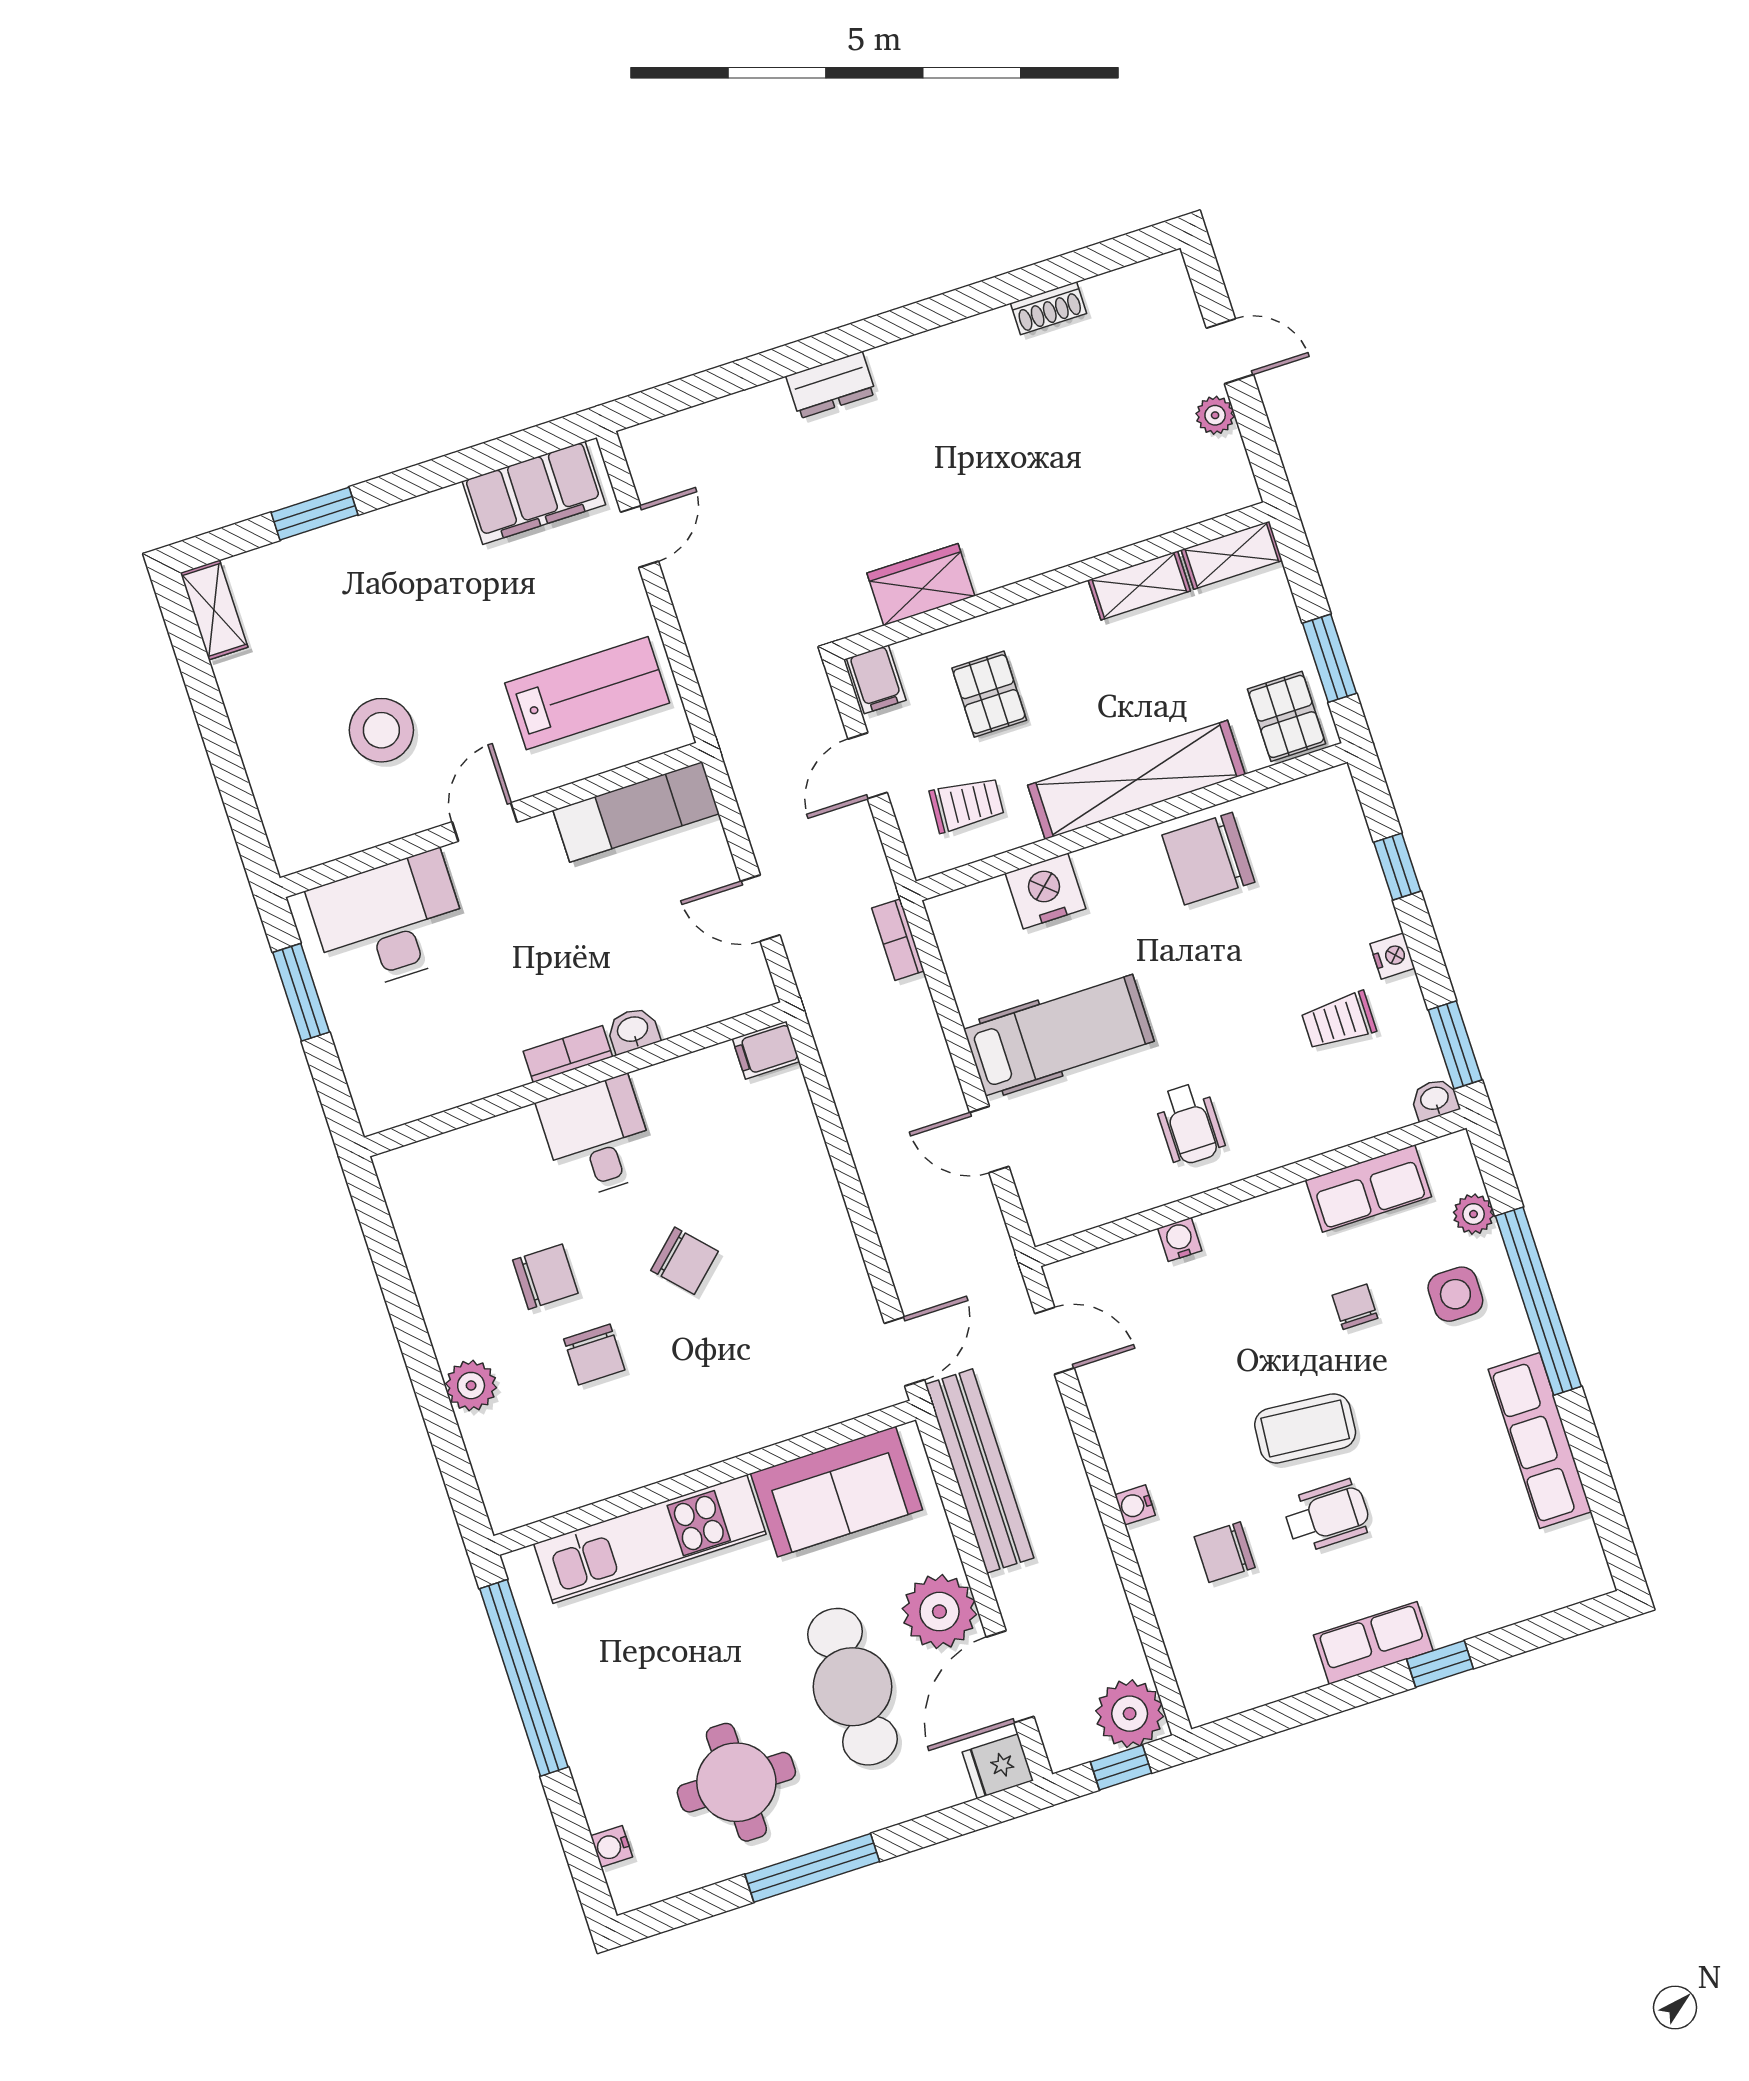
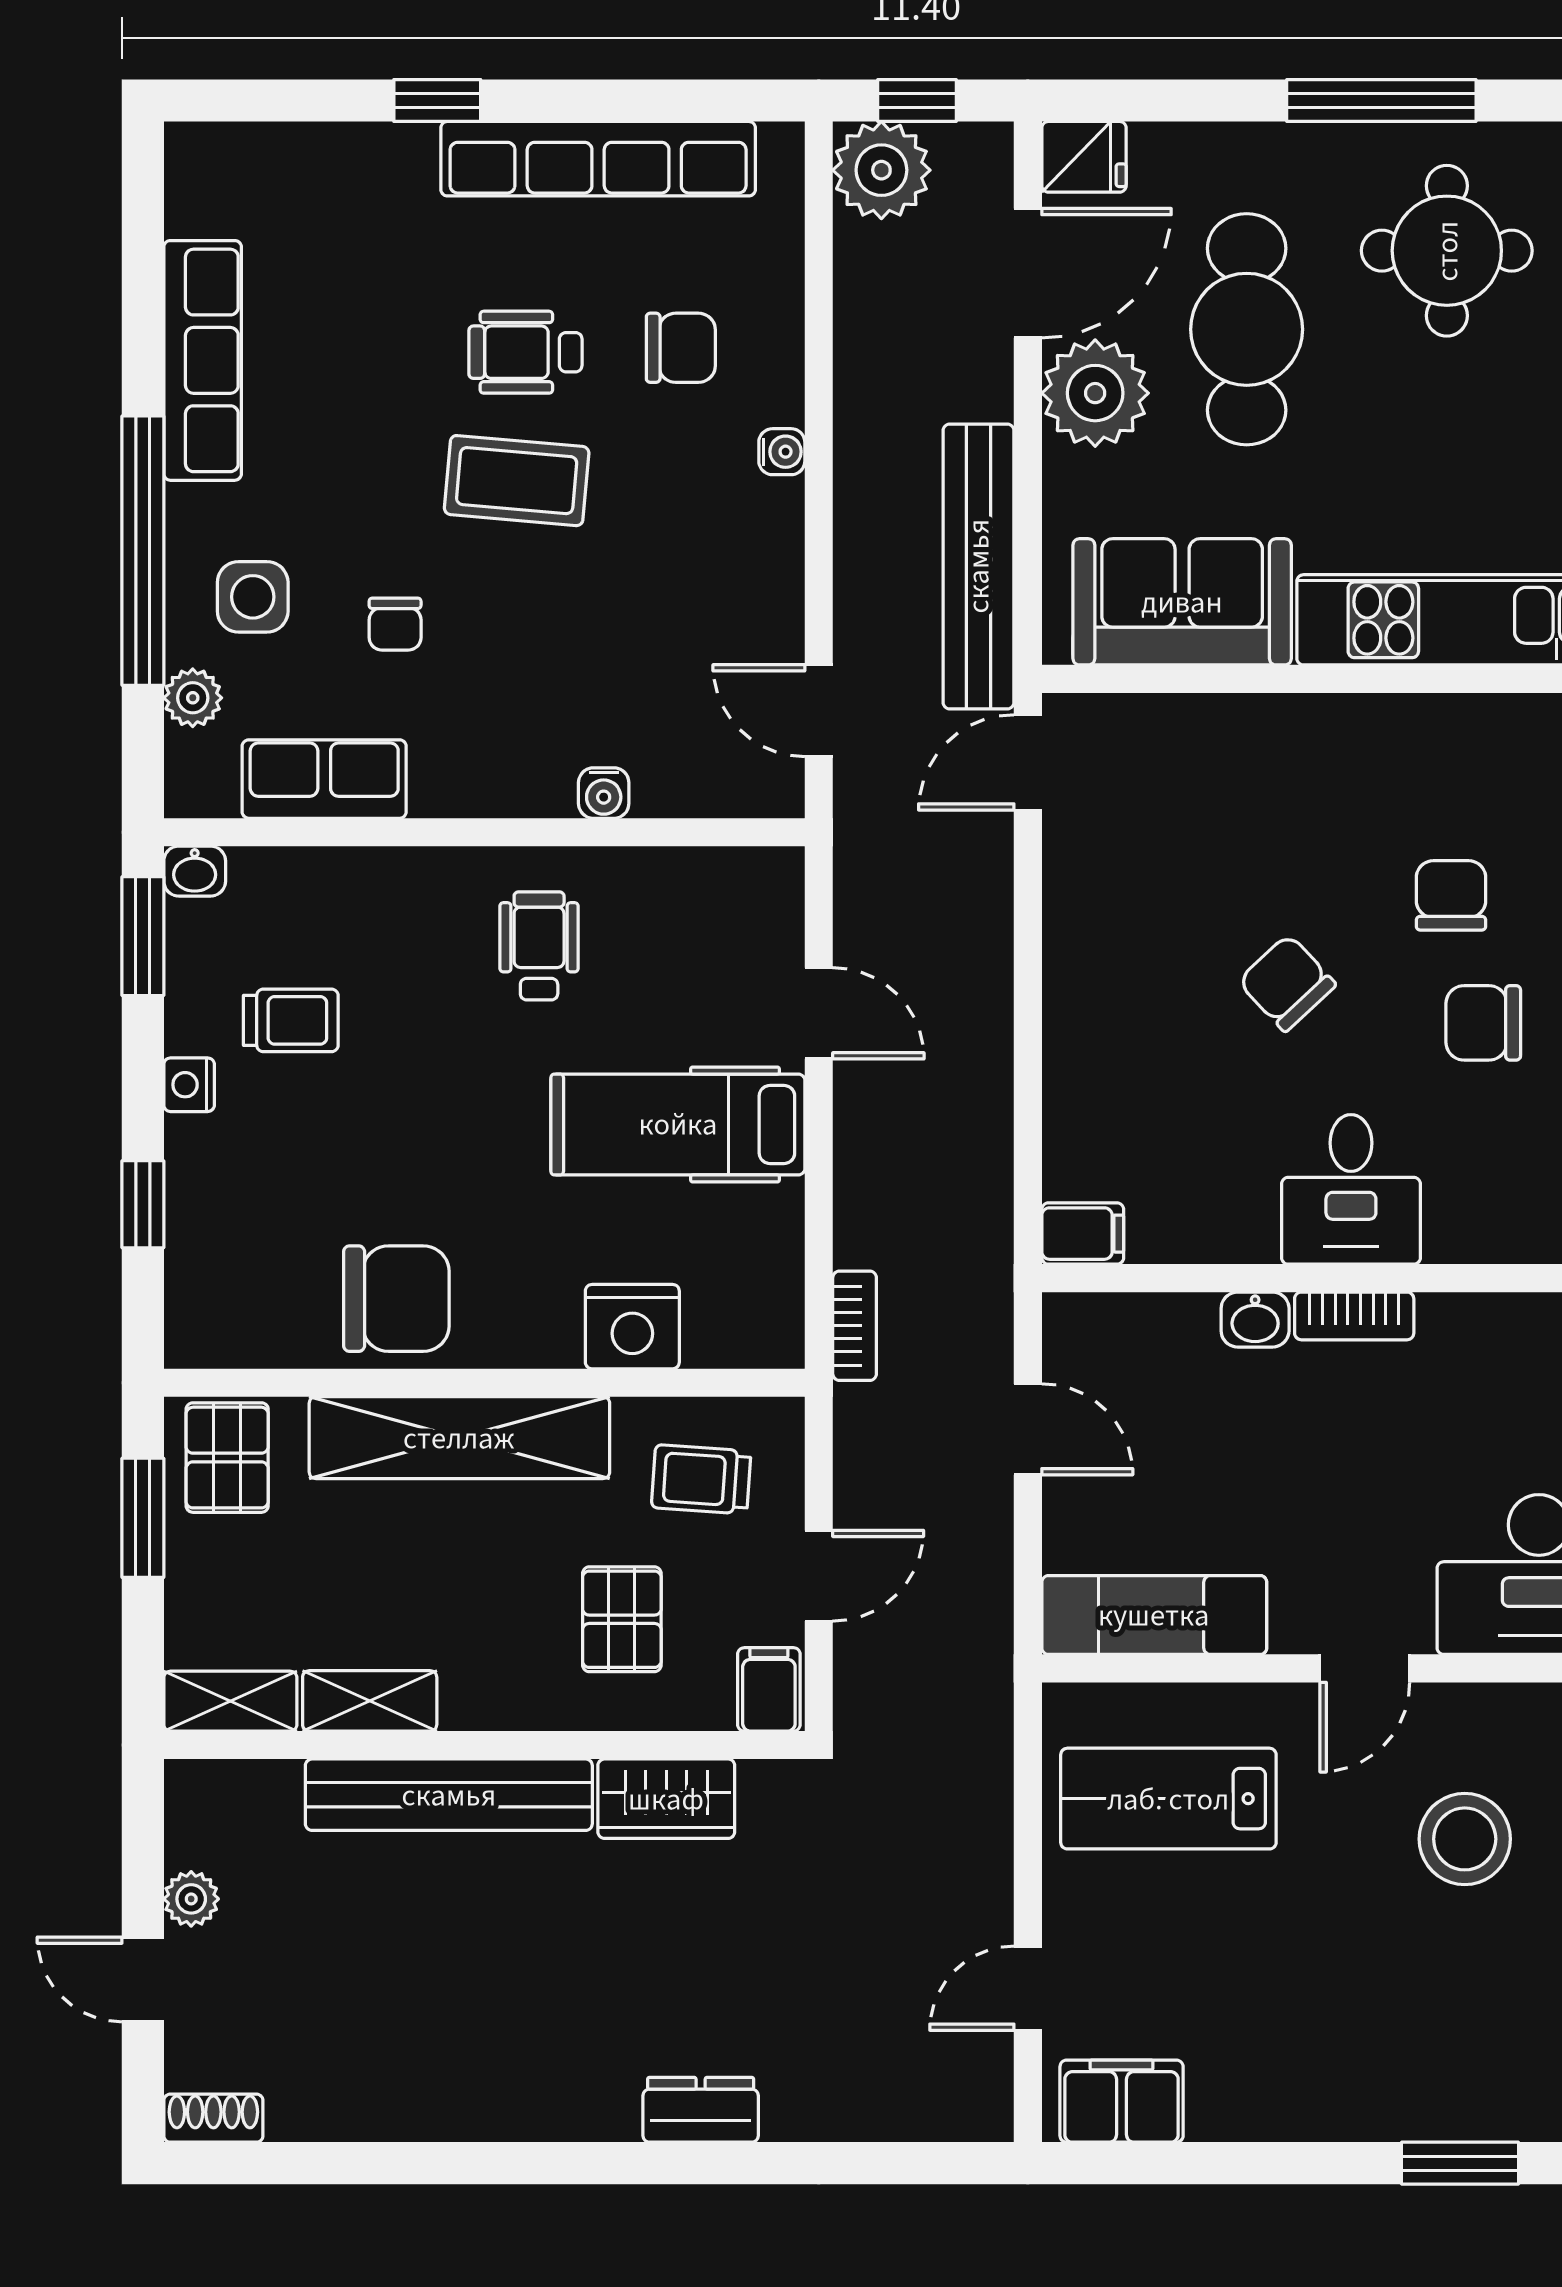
shoe rack: (1048, 308) -> (213, 2118), moved
filing cabinet: (534, 493) -> (1122, 2101), width x0.67, depth x0.86
bench: (1066, 540) -> (449, 1795), added
row of seats: (1373, 1643) -> (598, 159), width x2.02

